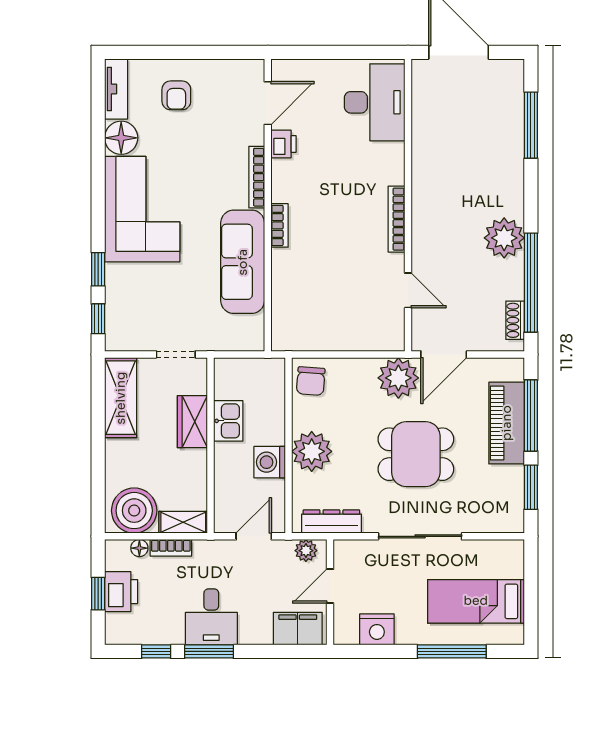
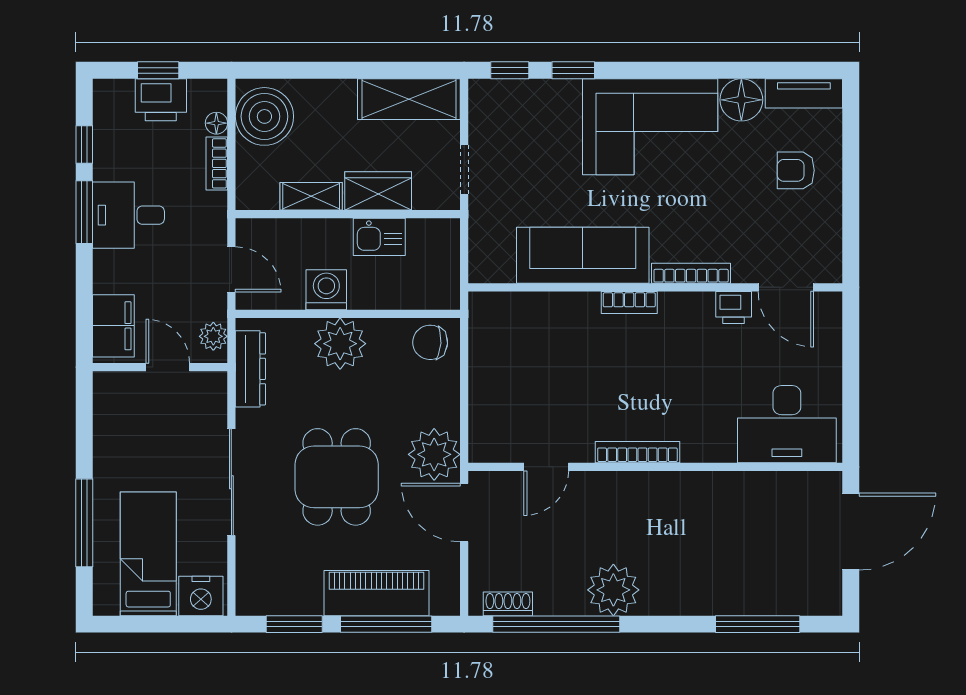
shelving: (183, 522) -> (311, 196), moved, turned 90
nightstand: (377, 629) -> (201, 596), moved, turned -90

